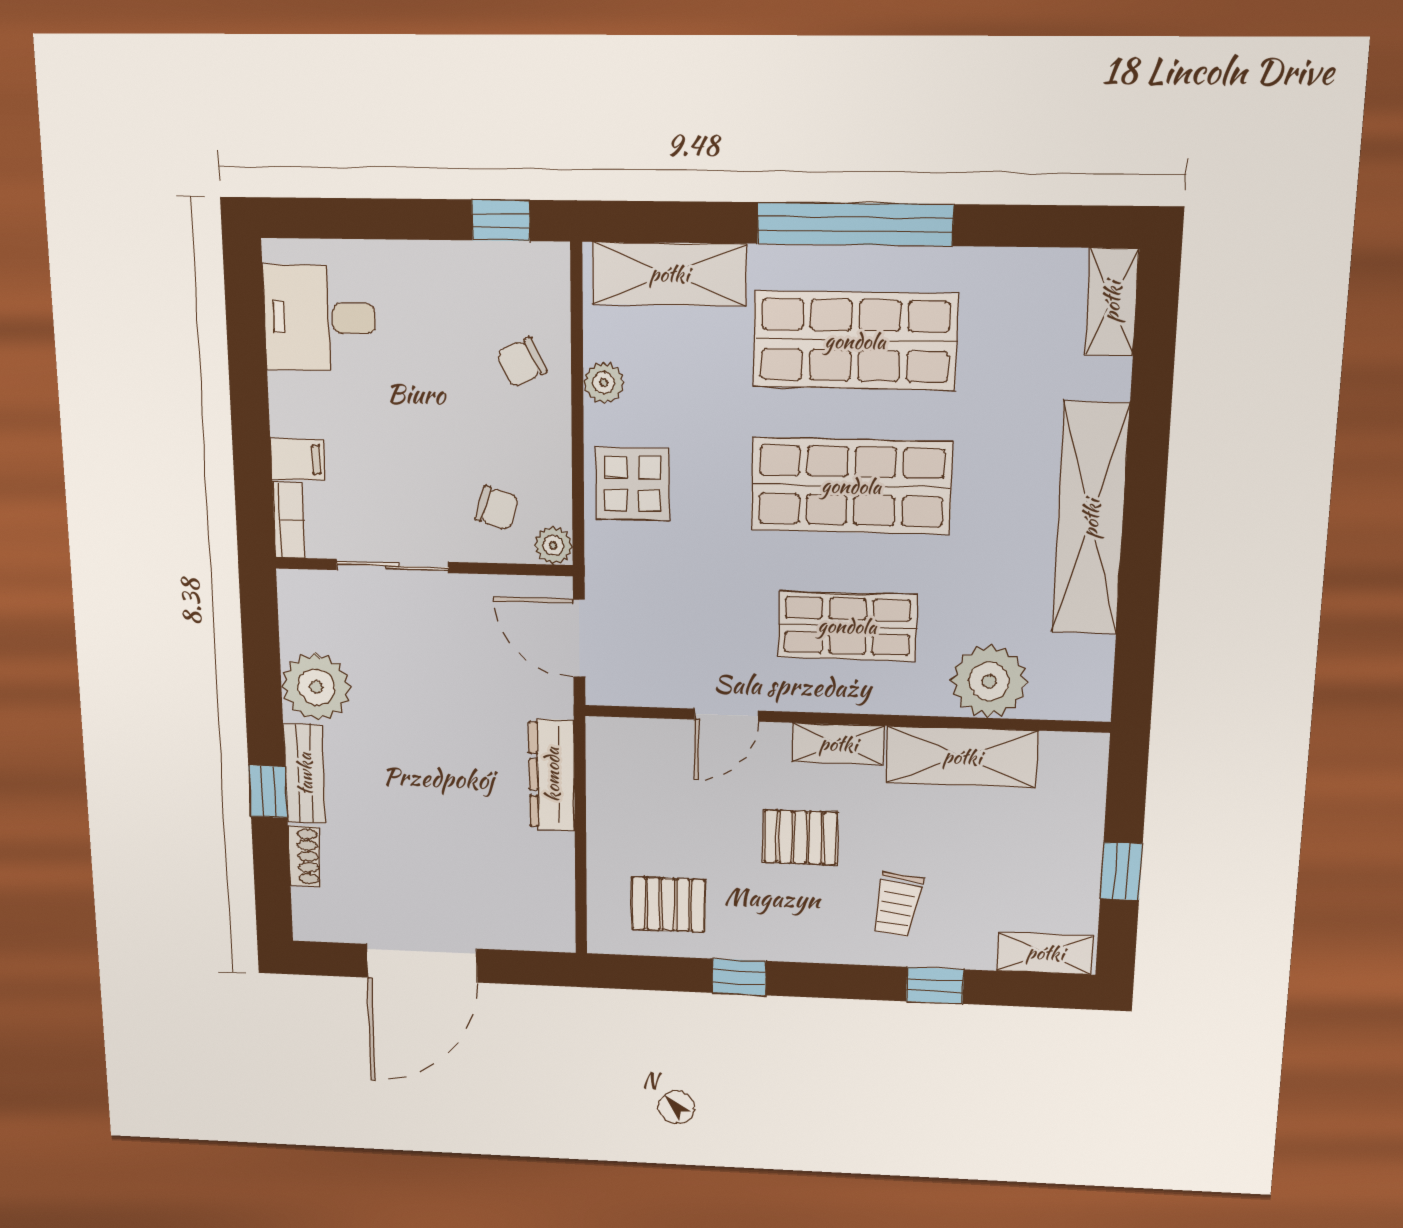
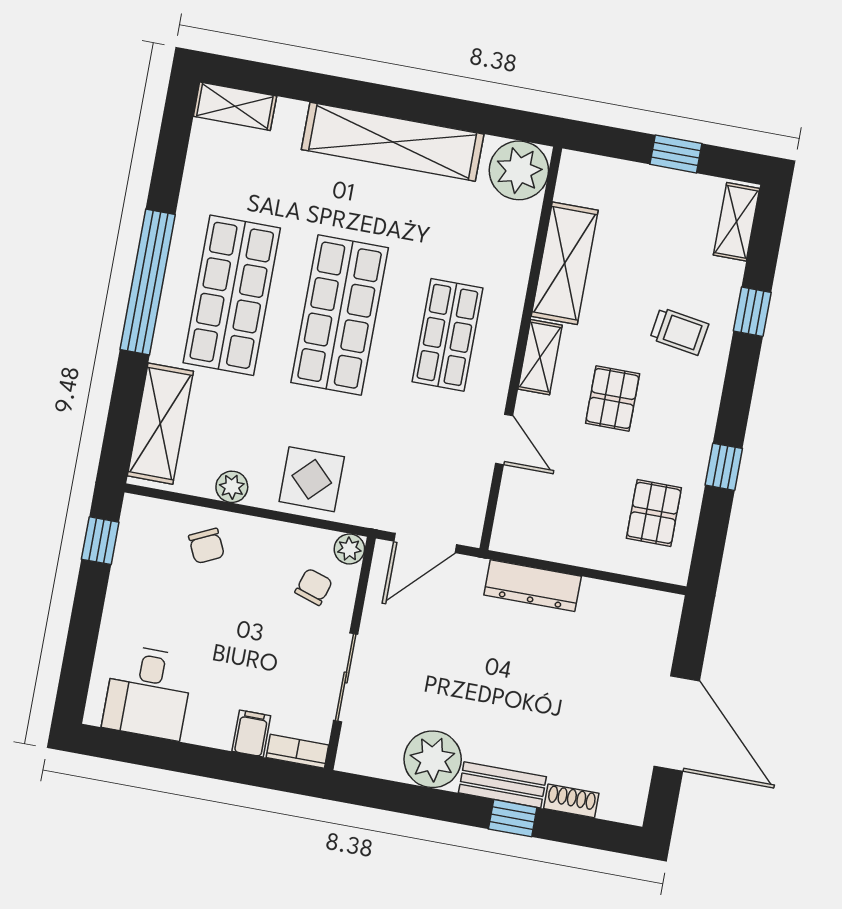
plant: (989, 681) -> (519, 170), moved

